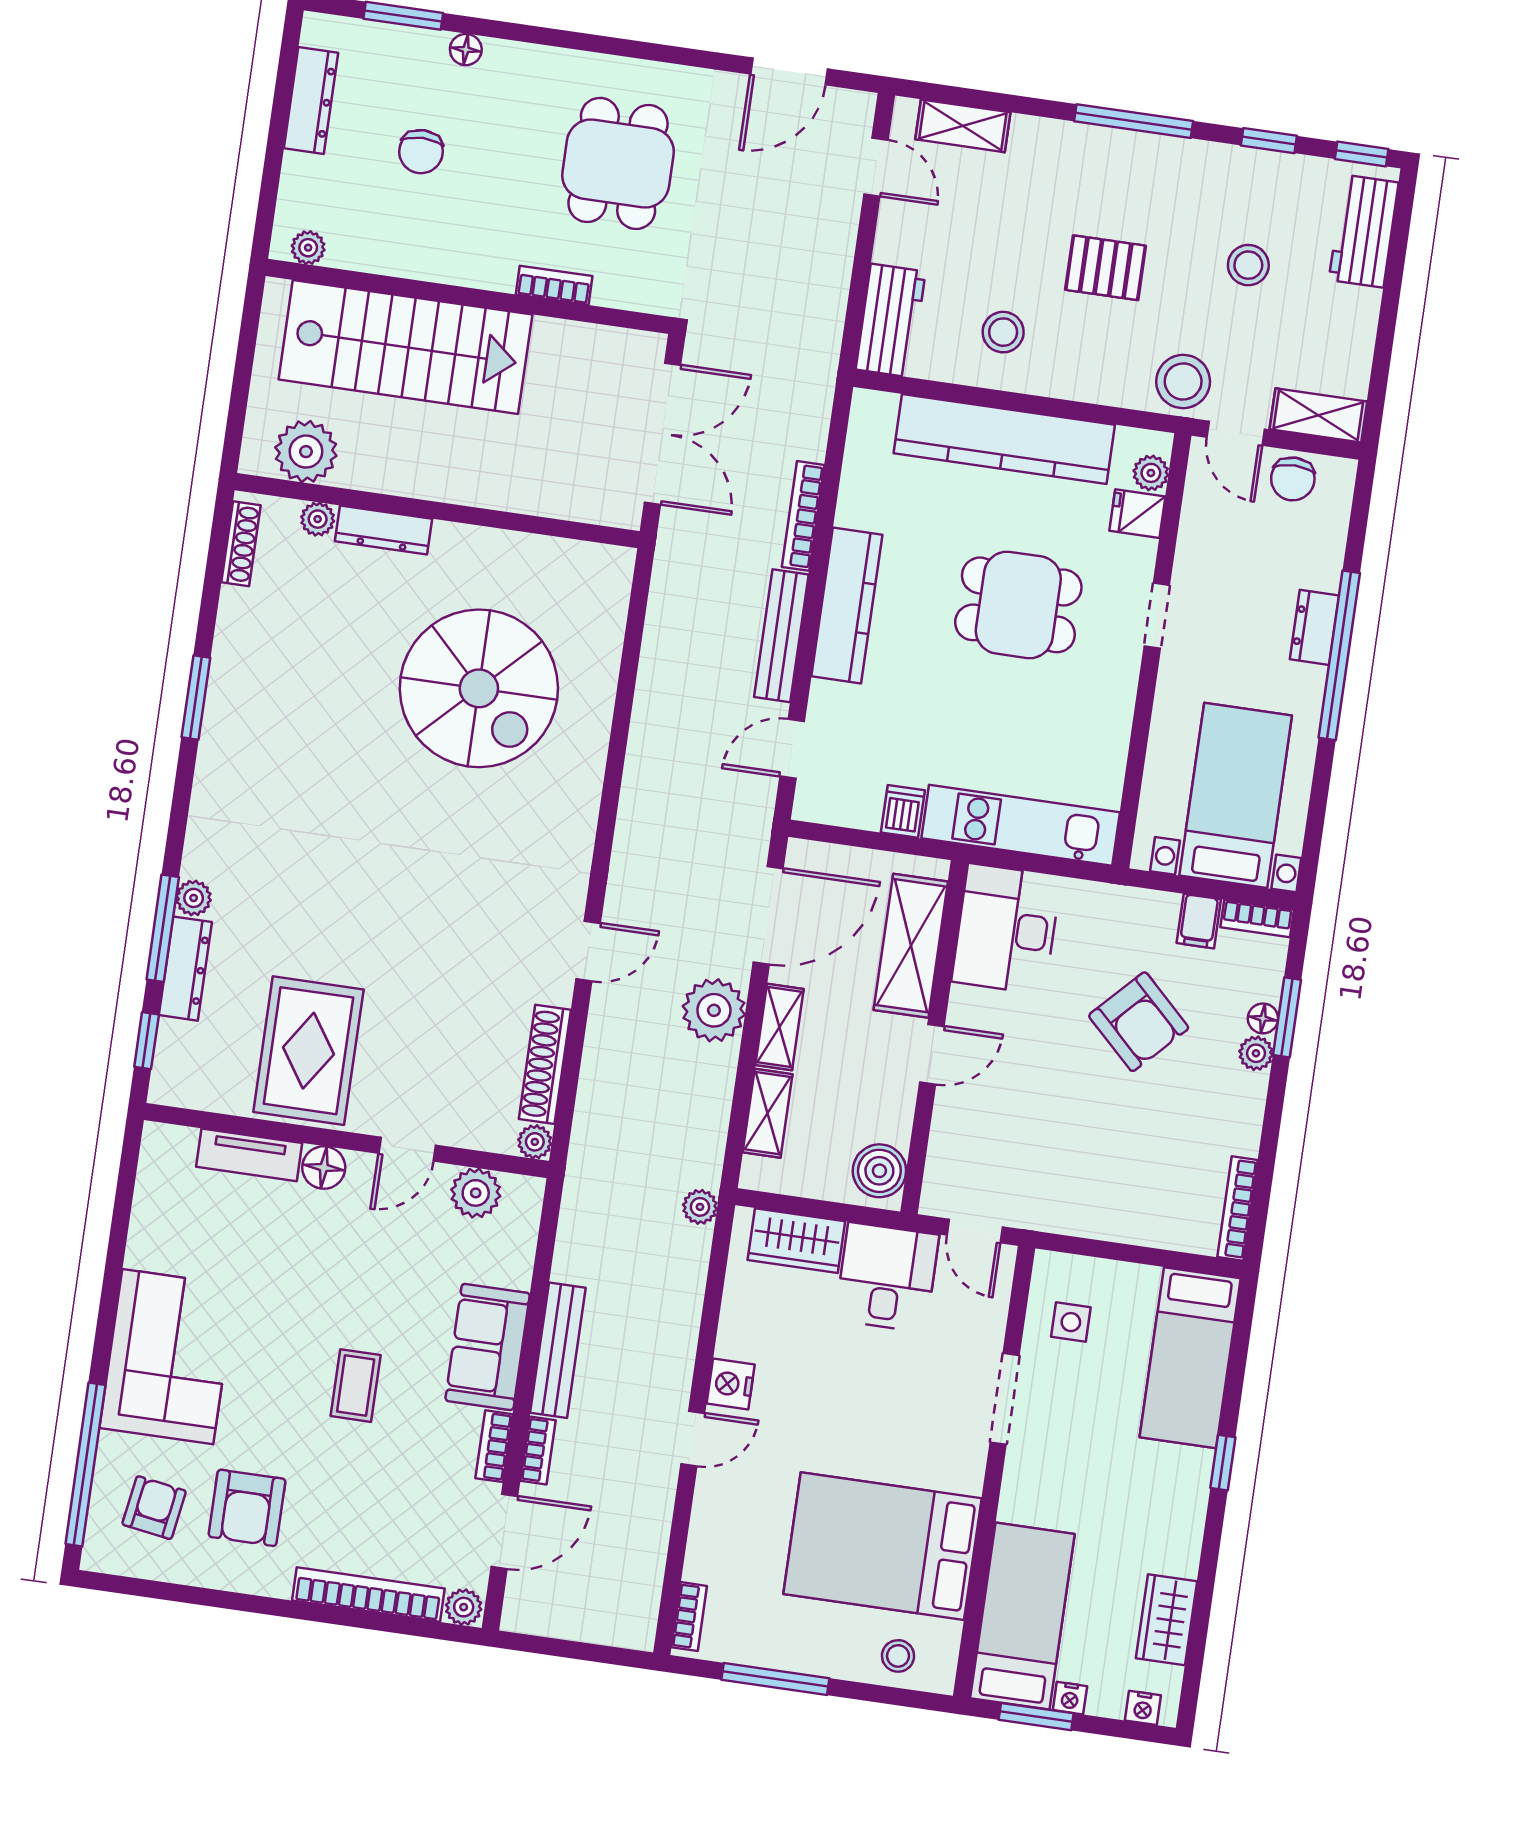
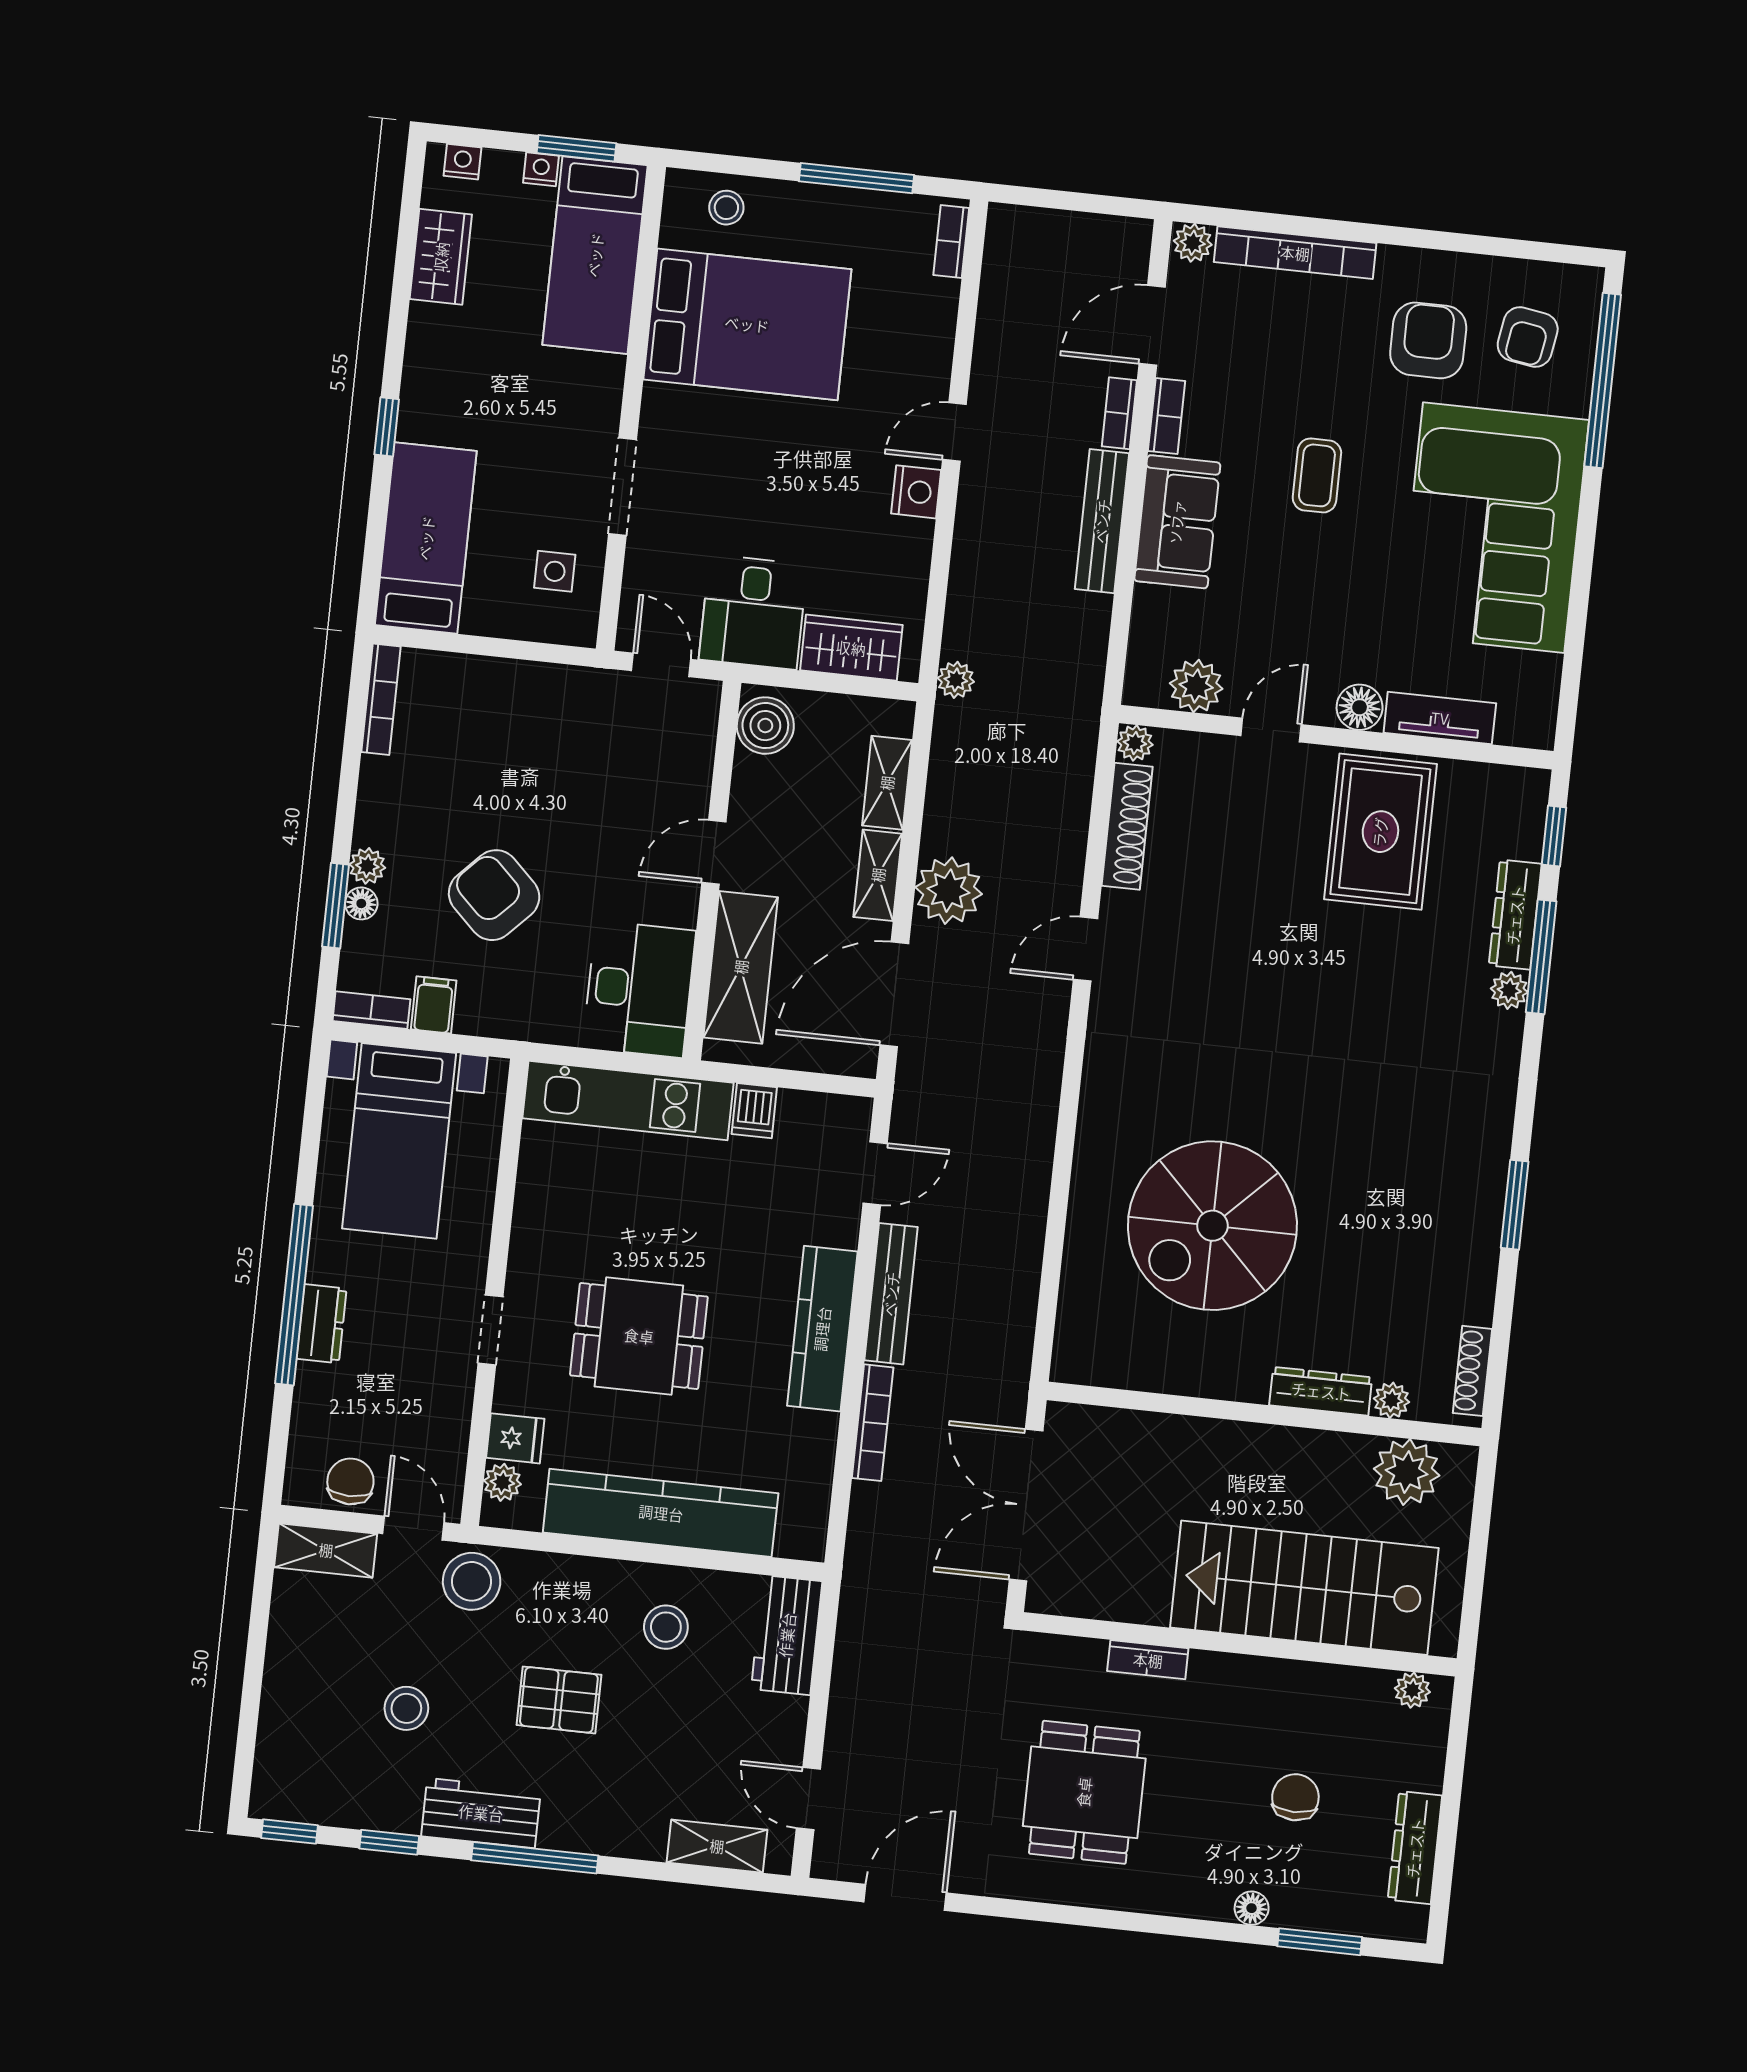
workbench: (1364, 231) -> (481, 1813), moved, turned -90
spiral stairs: (479, 688) -> (1212, 1226), turned -90
corner sofa: (168, 1357) -> (1494, 528), width x1.36, depth x1.36

